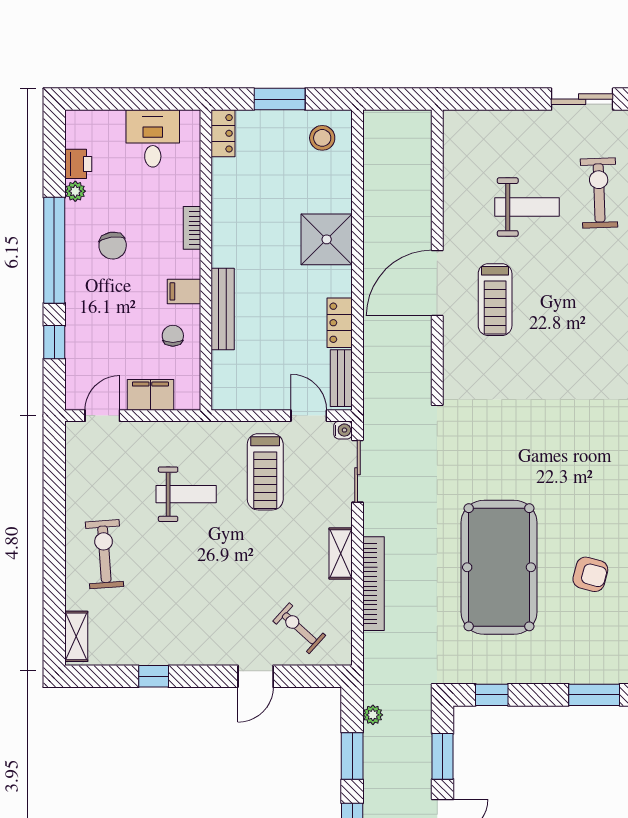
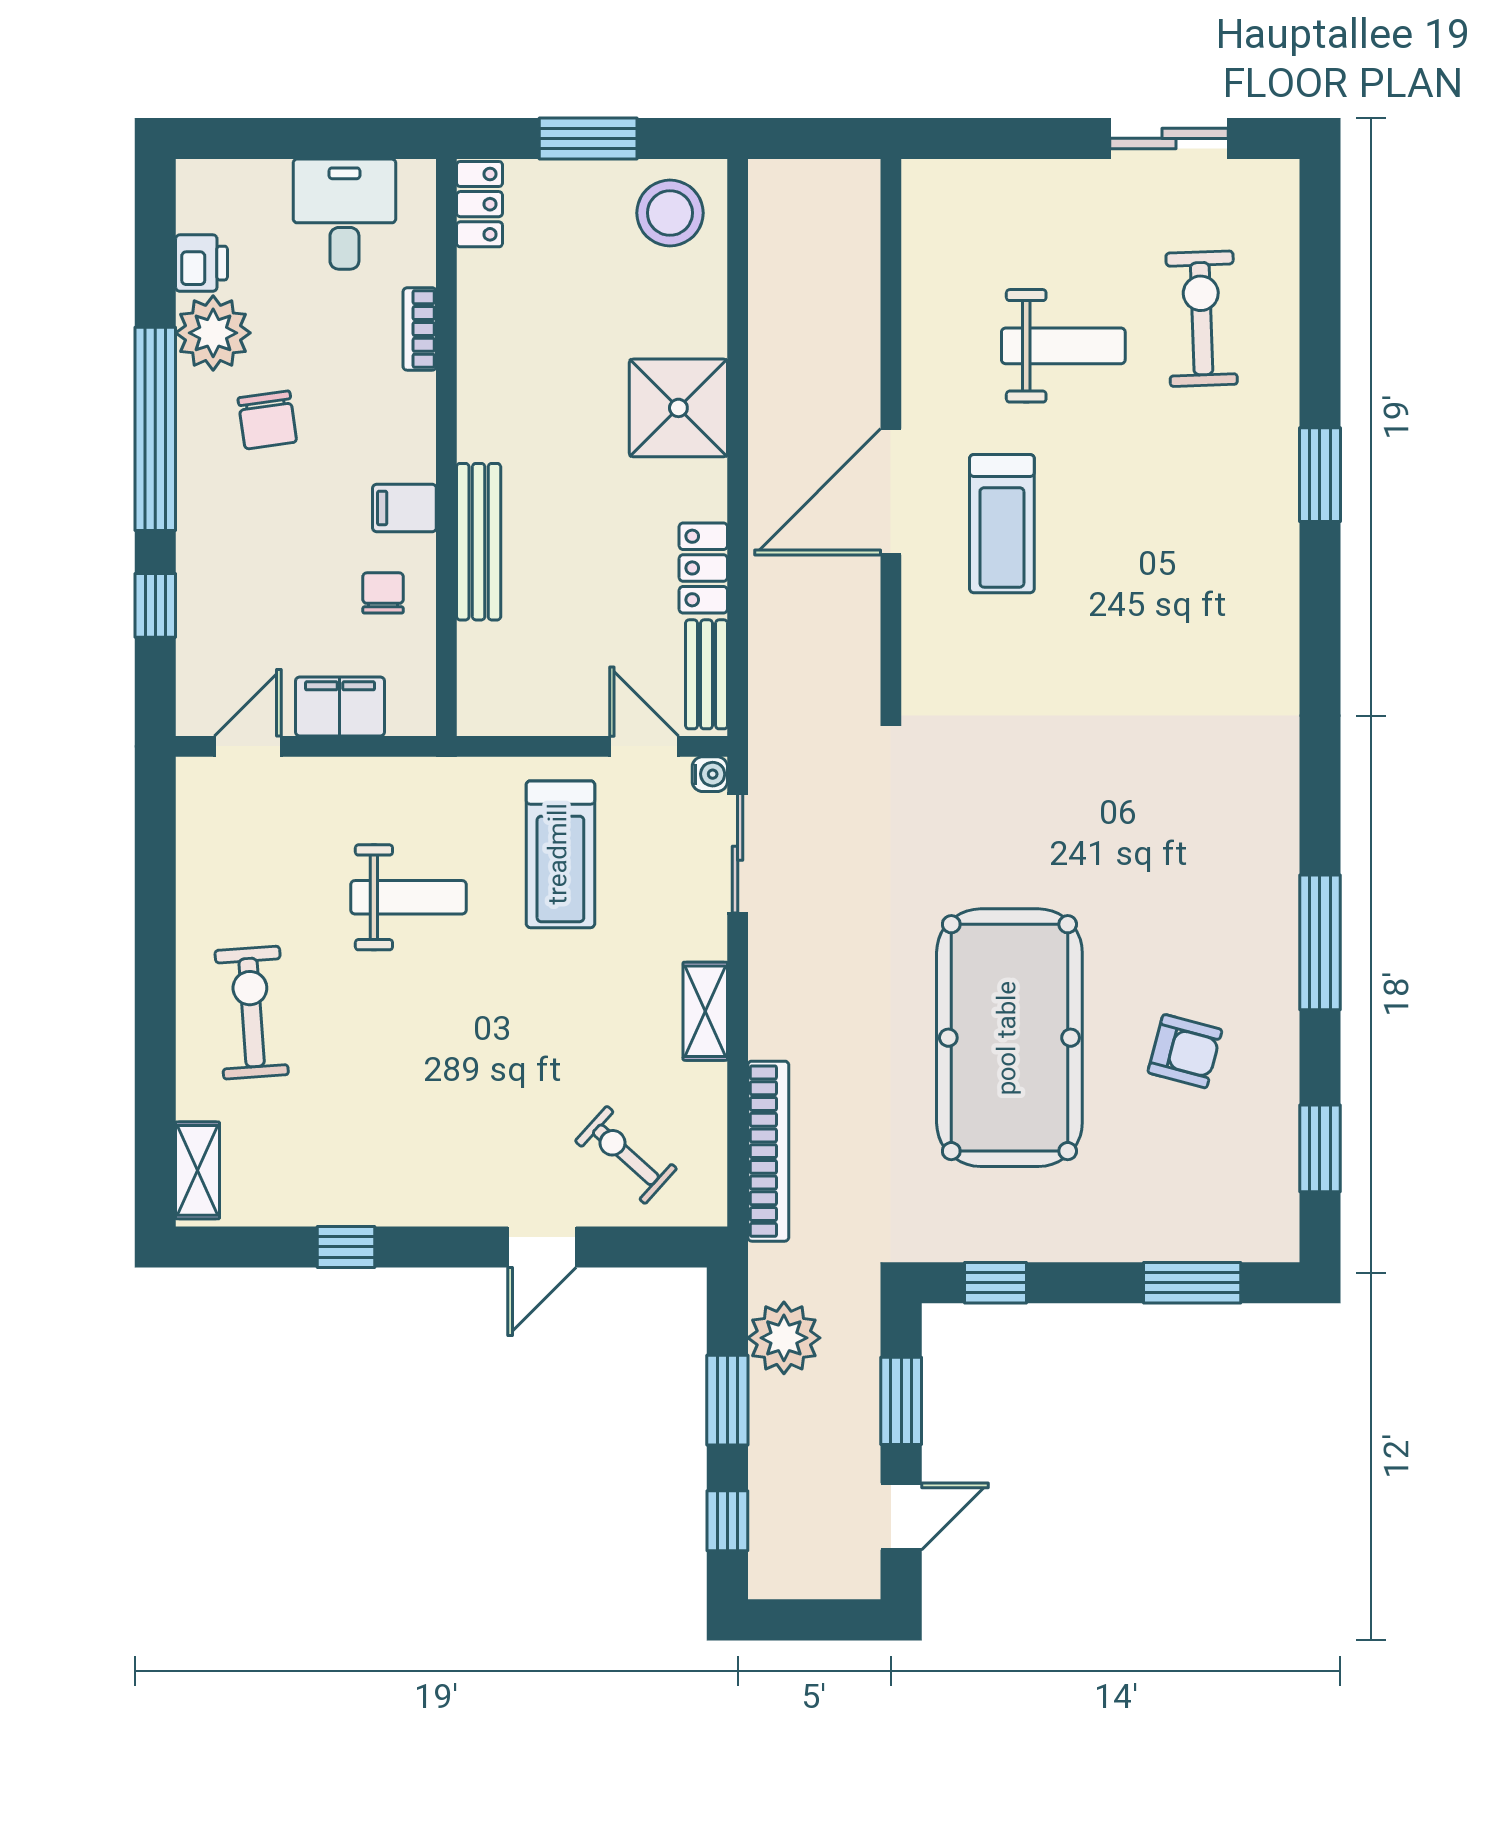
stool: (322, 138) -> (670, 213), width x1.38, depth x1.38
plant: (75, 191) -> (213, 333), width x1.87, depth x1.87
bookcase: (192, 228) -> (420, 329), moved
bookcase: (373, 584) -> (768, 1151), moved
plant: (373, 715) -> (784, 1338), width x1.87, depth x1.87

